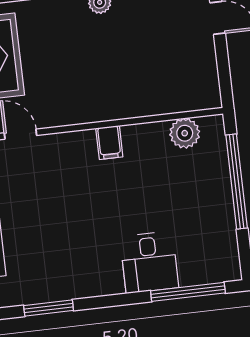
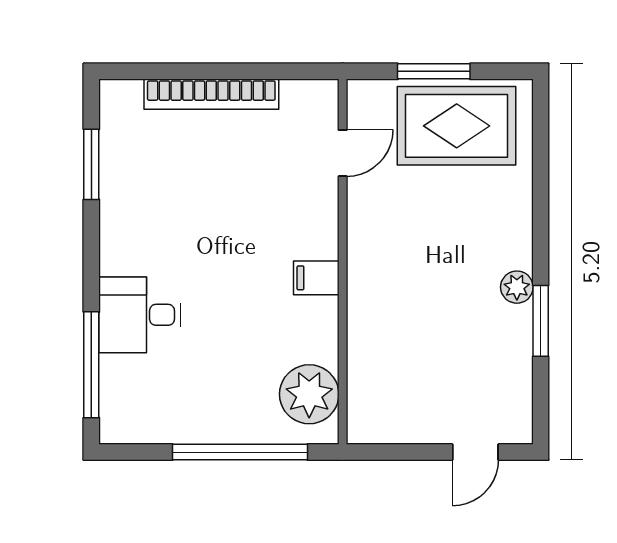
plant: (185, 133) -> (309, 394), width x1.36, depth x1.36

